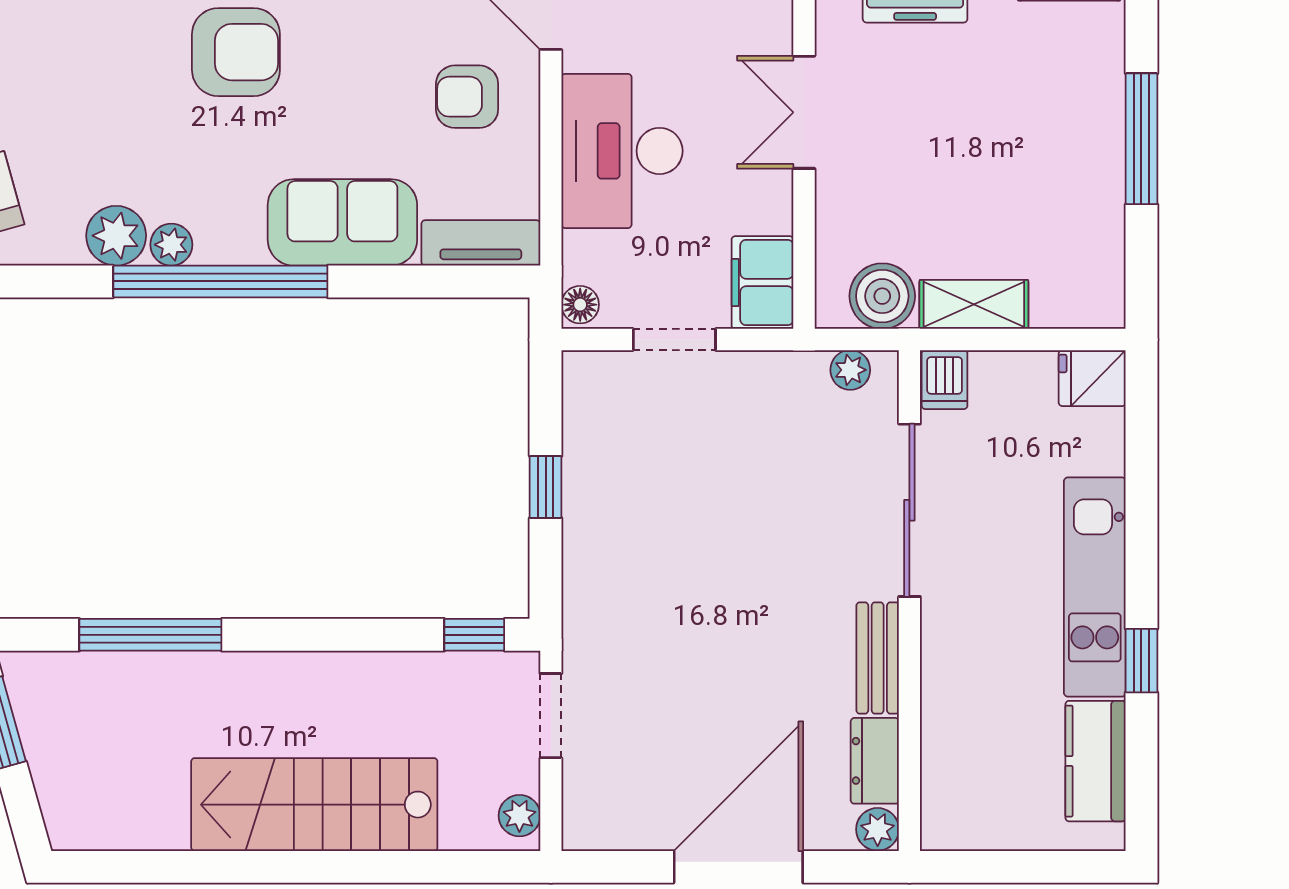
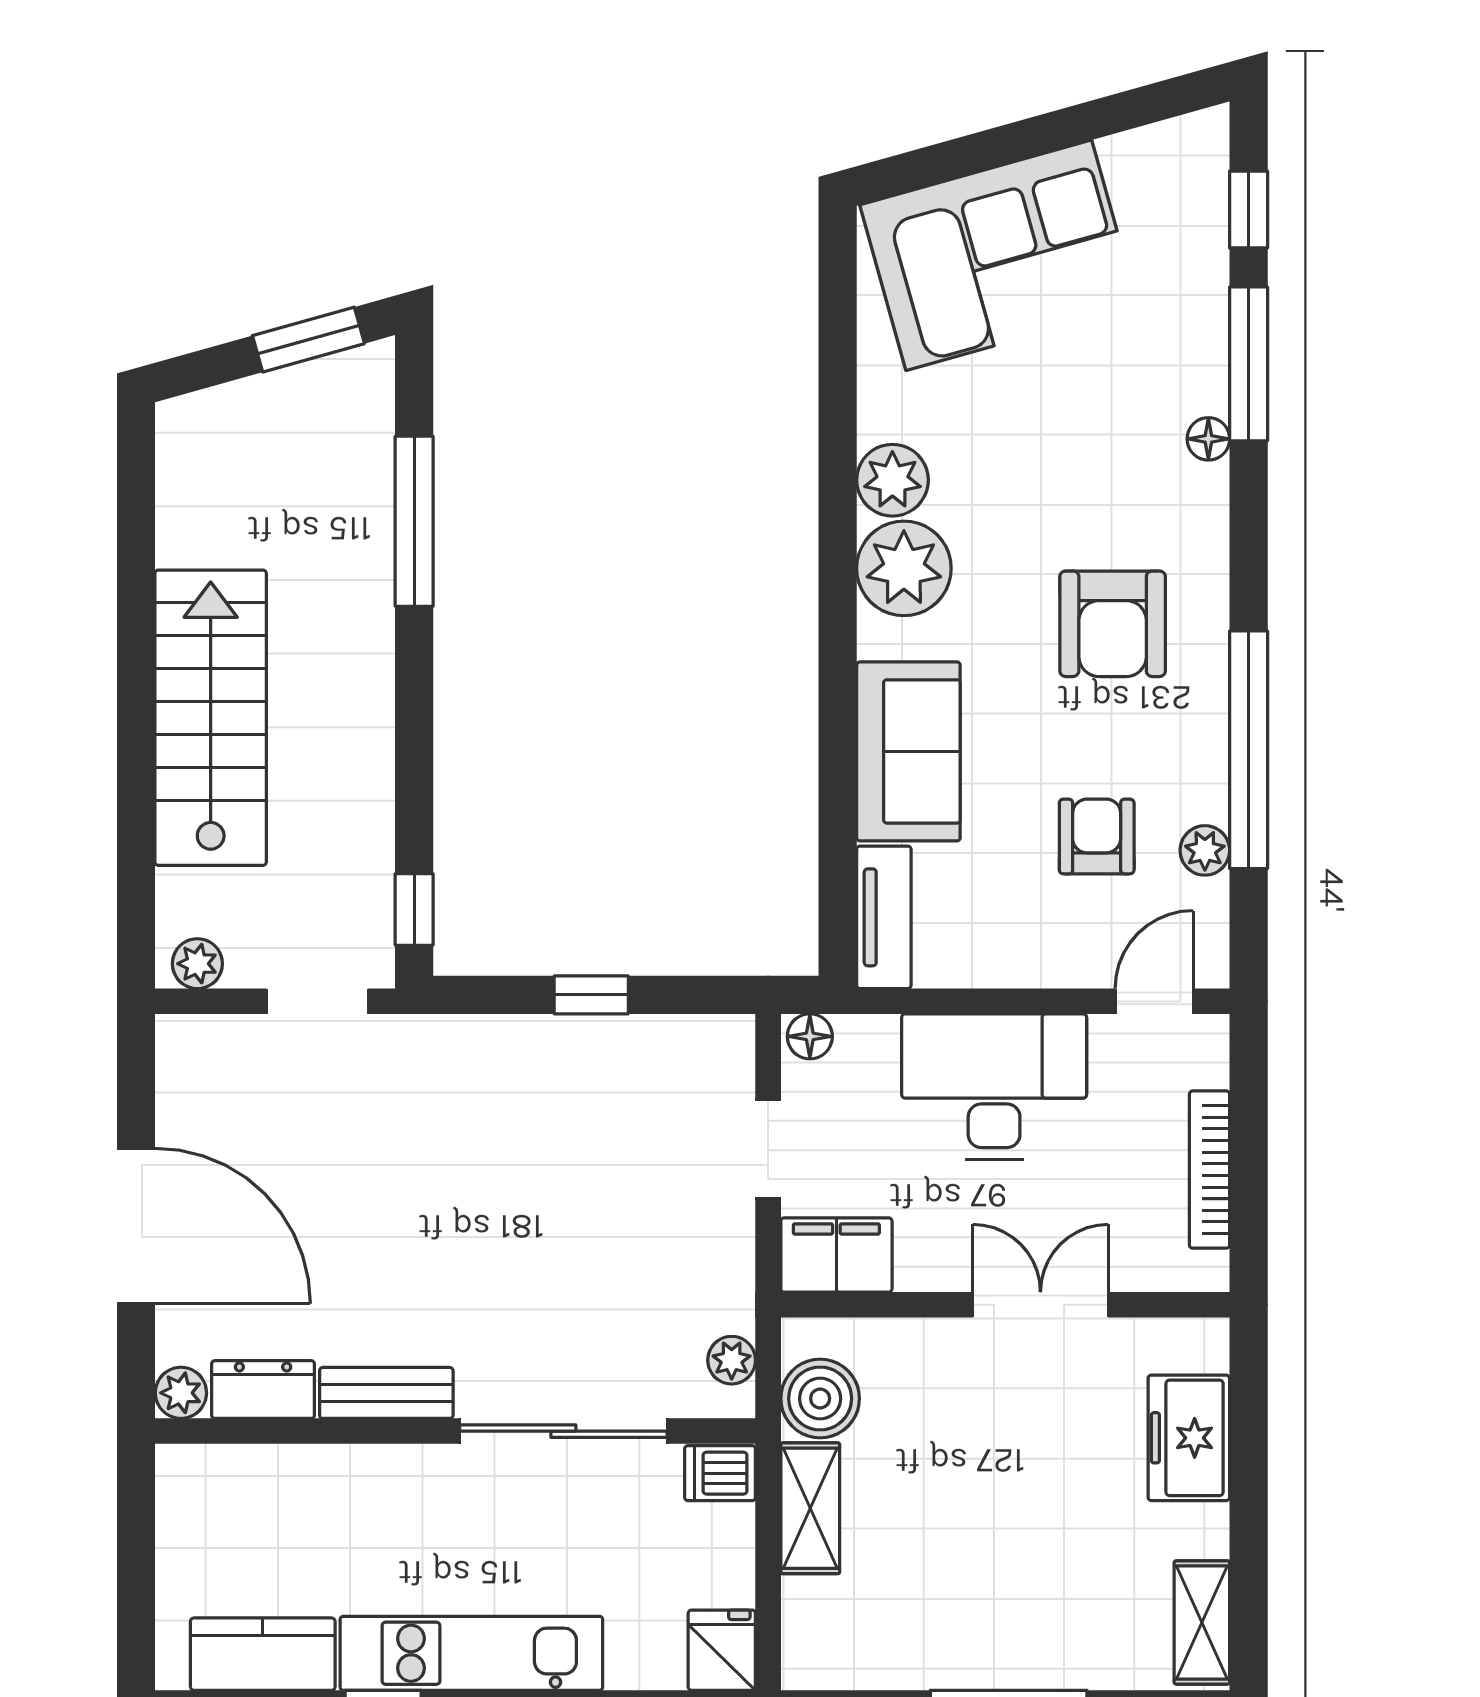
armchair: (467, 97) -> (1097, 836), moved
plant: (171, 245) -> (904, 568), width x1.88, depth x1.88
window: (220, 281) -> (838, 605), removed

